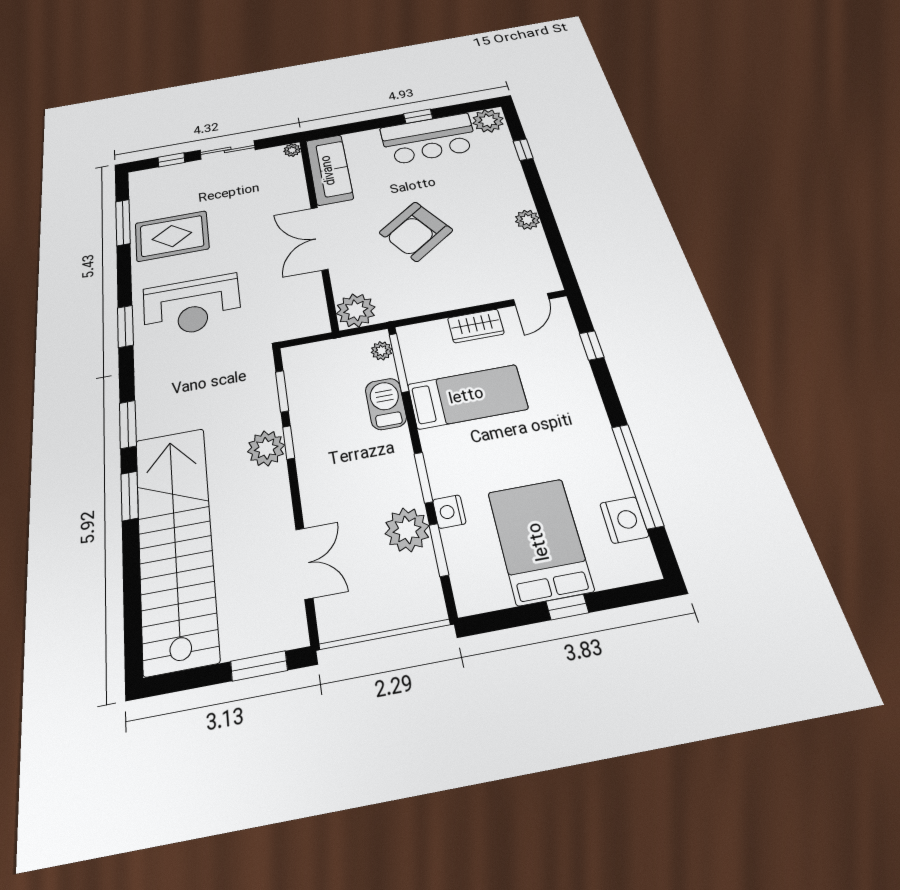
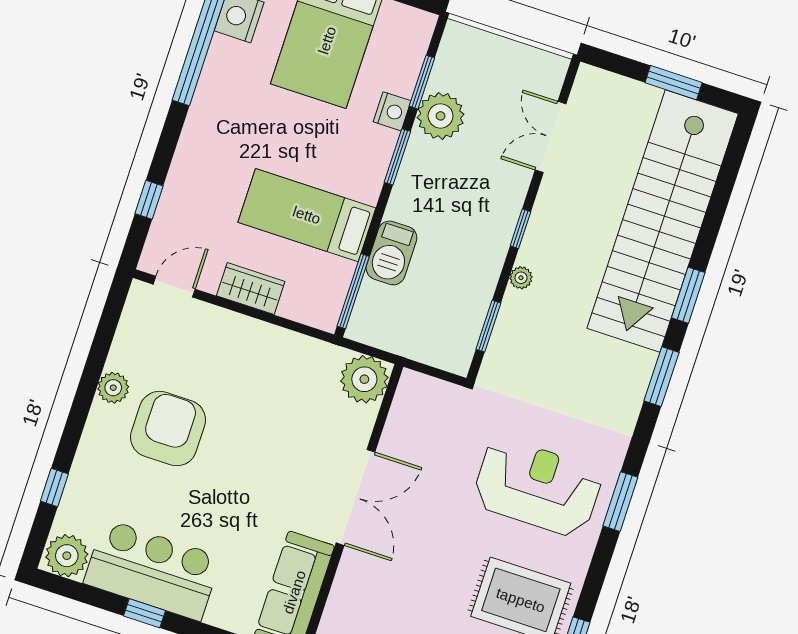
armchair: (416, 231) -> (168, 429), moved, turned -55
plant: (382, 351) -> (363, 315), removed
window: (289, 442) -> (520, 229), moved
plant: (266, 448) -> (521, 278), width x0.53, depth x0.53
window: (259, 666) -> (674, 83), moved

